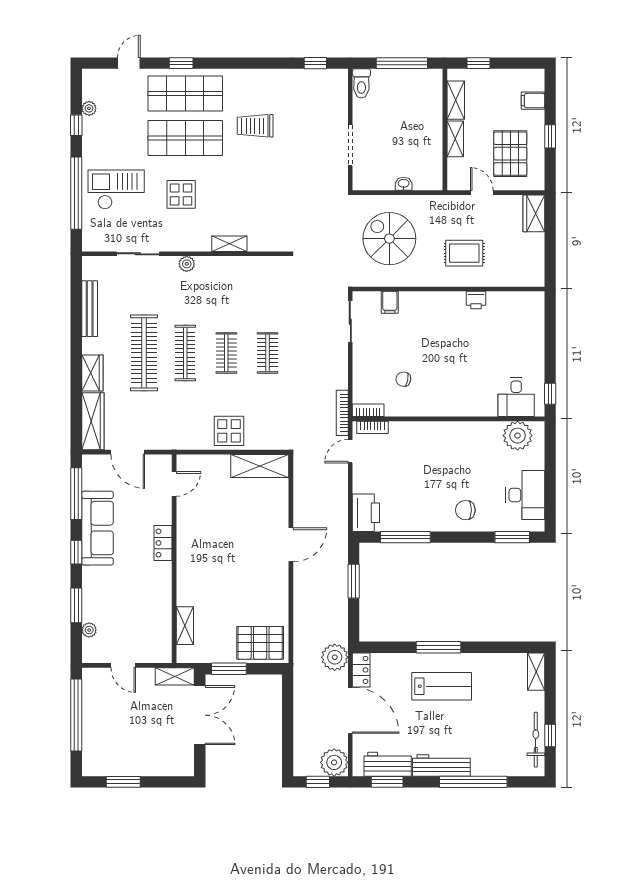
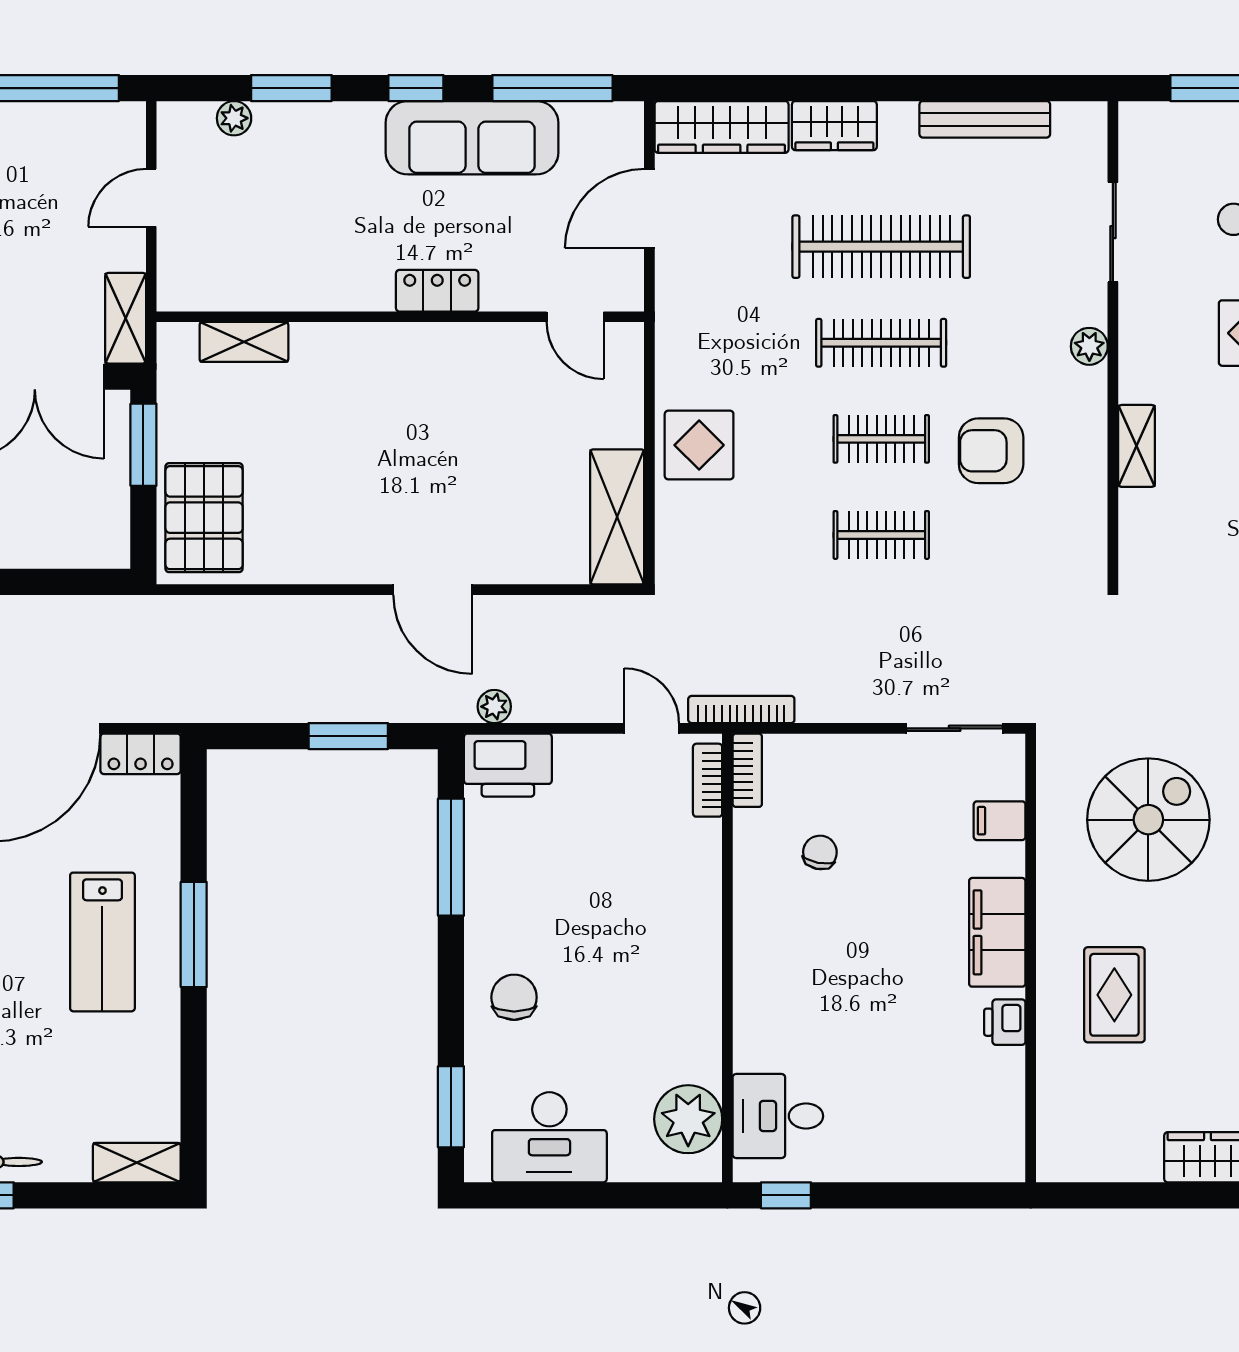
filing cabinet: (438, 303) -> (997, 932), added
armchair: (231, 306) -> (991, 451), added
plant: (335, 657) -> (494, 707), moved, width x0.53, depth x0.53

